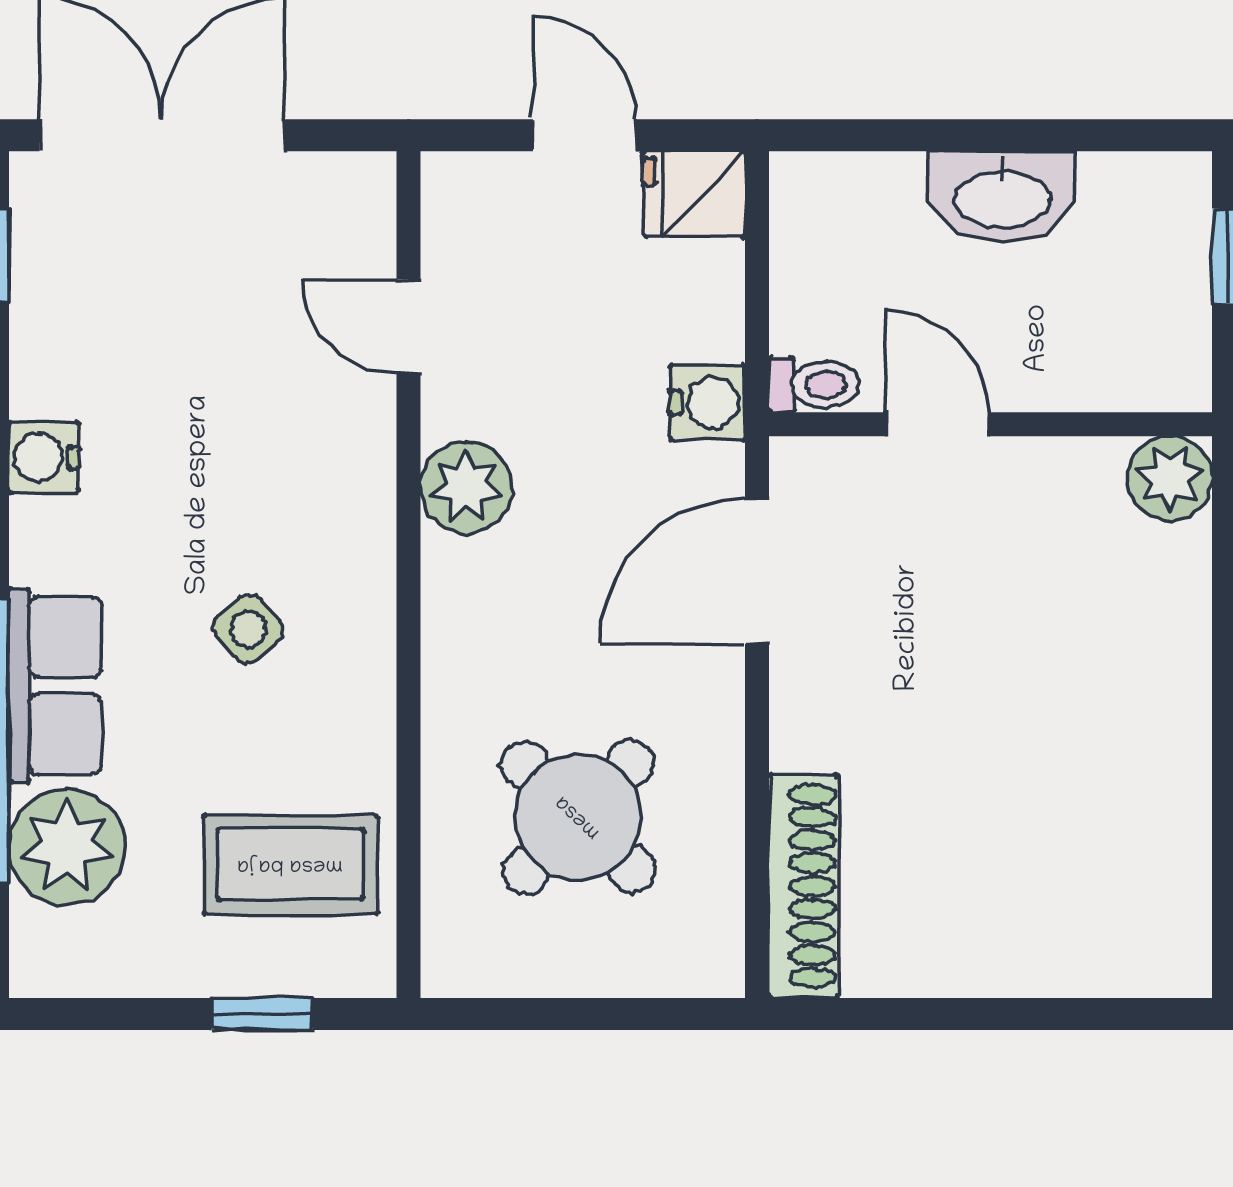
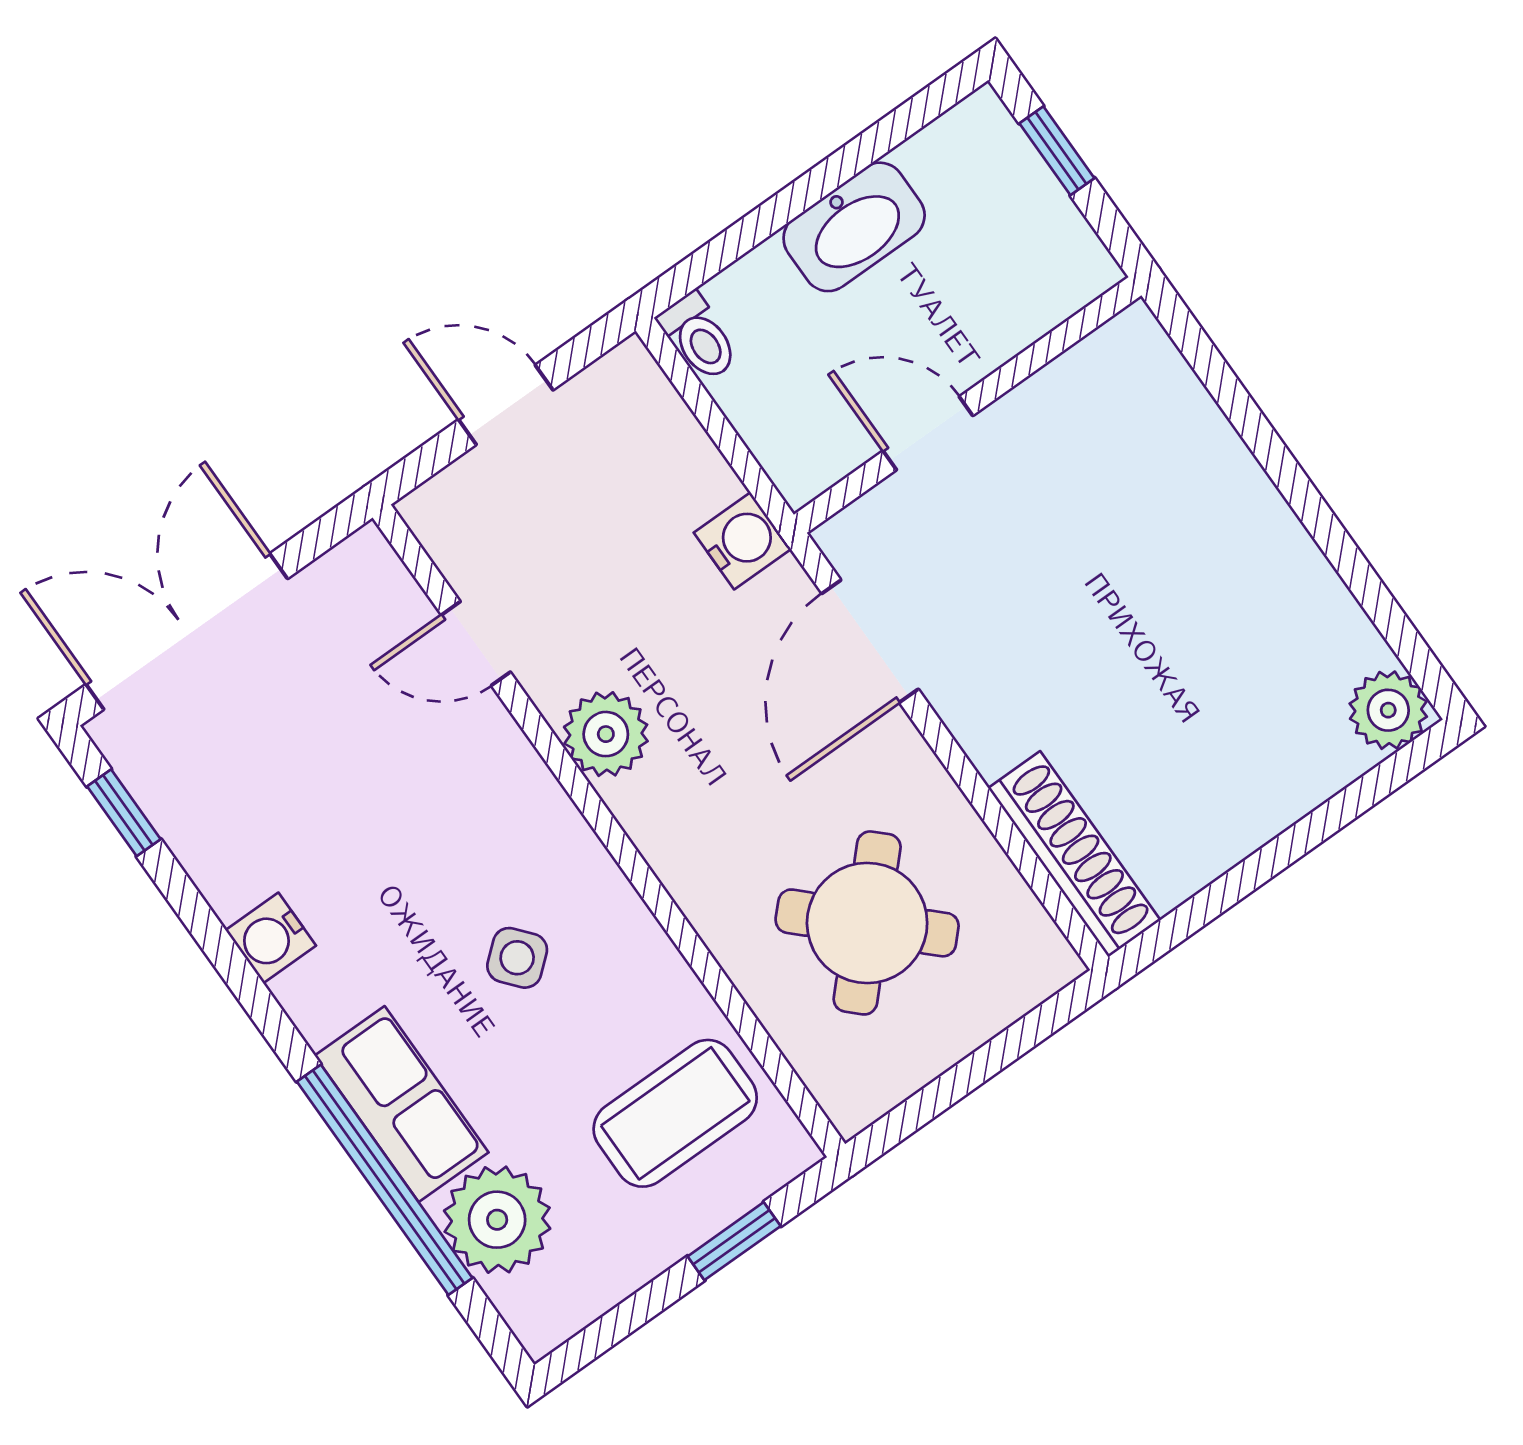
fridge: (694, 194) -> (620, 390), removed
toilet: (814, 385) -> (699, 337), moved, turned 90
plant: (1170, 478) -> (1388, 710), moved

